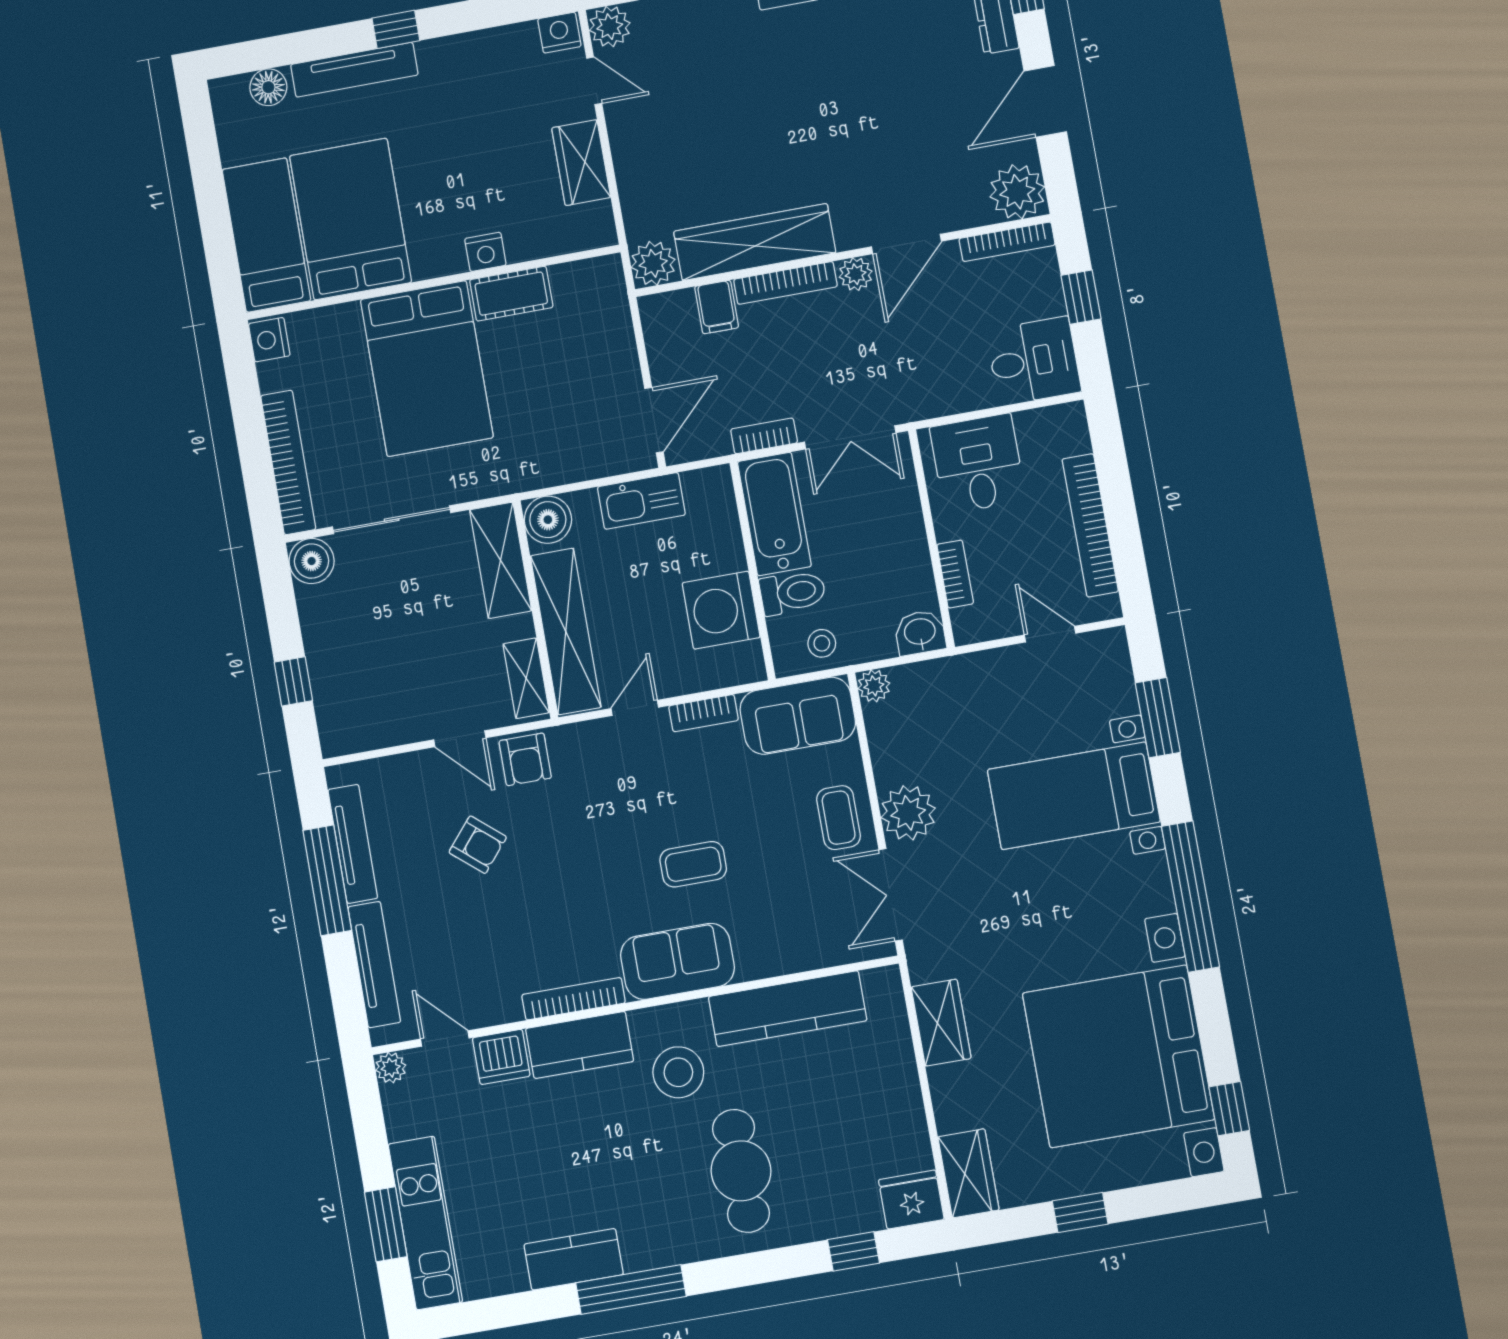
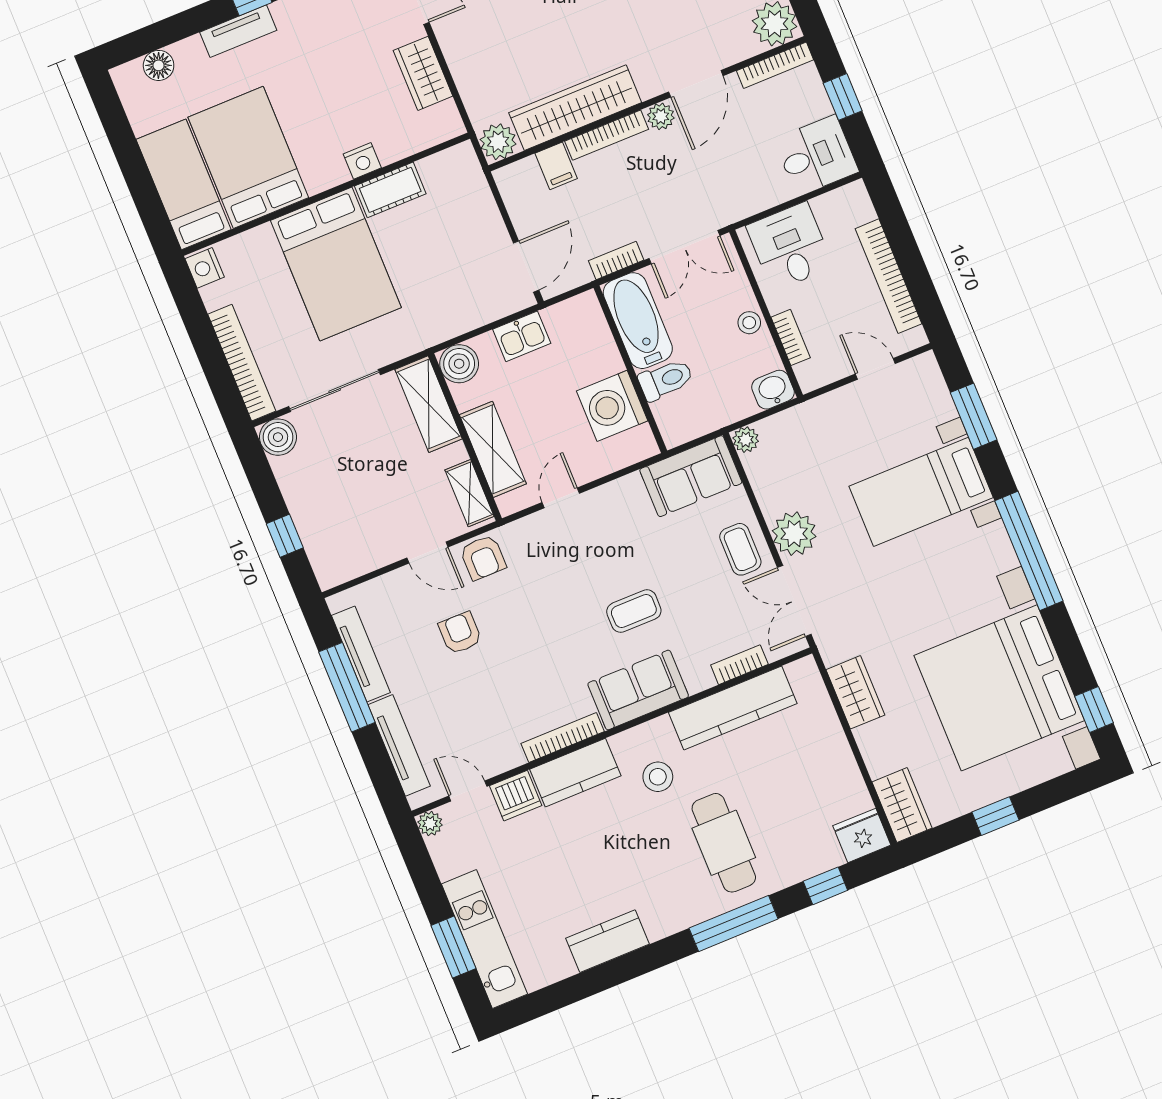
tv unit: (354, 70) -> (238, 31), width x0.71
kitchen sink: (641, 501) -> (522, 336), width x0.73
shelving: (566, 631) -> (493, 449), width x0.68
stool: (822, 643) -> (749, 323), moved
bookcase: (704, 713) -> (739, 665), moved, turned 180
armchair: (478, 845) -> (460, 633), turned -130
stool: (678, 1072) -> (658, 777), width x0.73, depth x0.73
window: (631, 1290) -> (734, 923), moved

